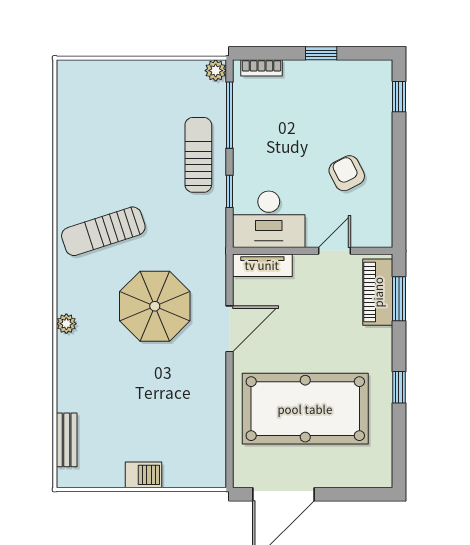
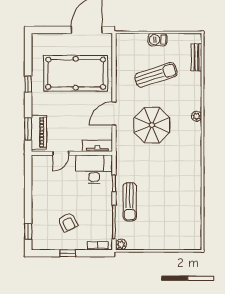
armchair: (347, 173) -> (68, 222), moved
sun lounger: (103, 231) -> (156, 75), moved

